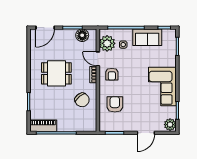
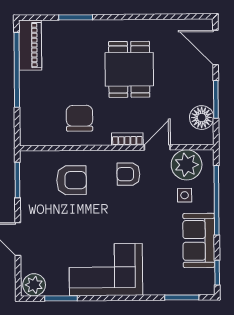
chair: (82, 100) -> (80, 118), turned 129

